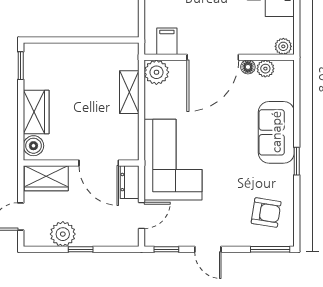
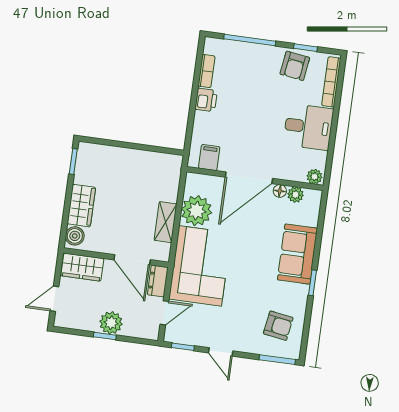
plant: (156, 72) -> (196, 211), moved, width x1.36, depth x1.36
shelving: (129, 92) -> (166, 222), moved
plant: (63, 234) -> (111, 323), moved

